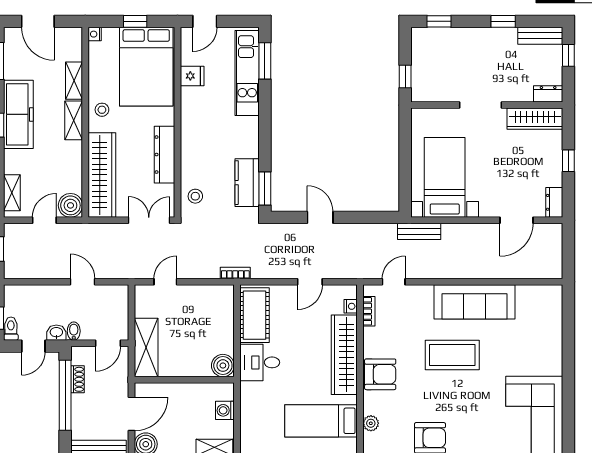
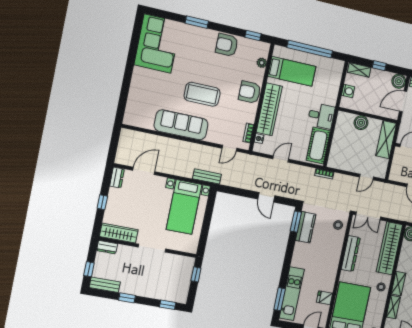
boiler: (223, 366) -> (361, 123), moved

